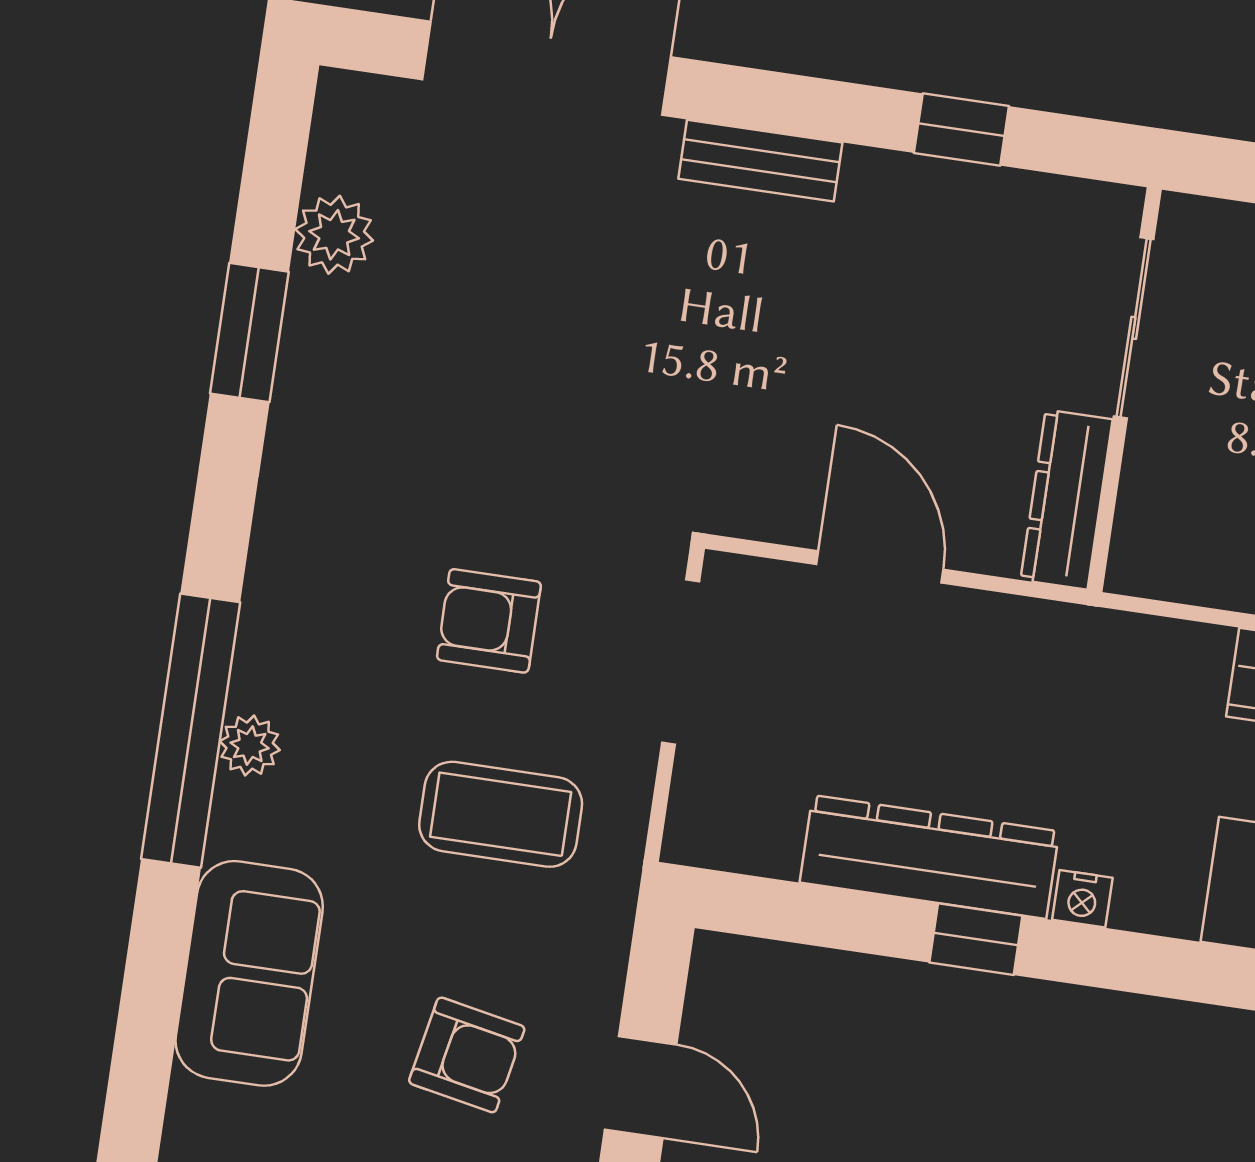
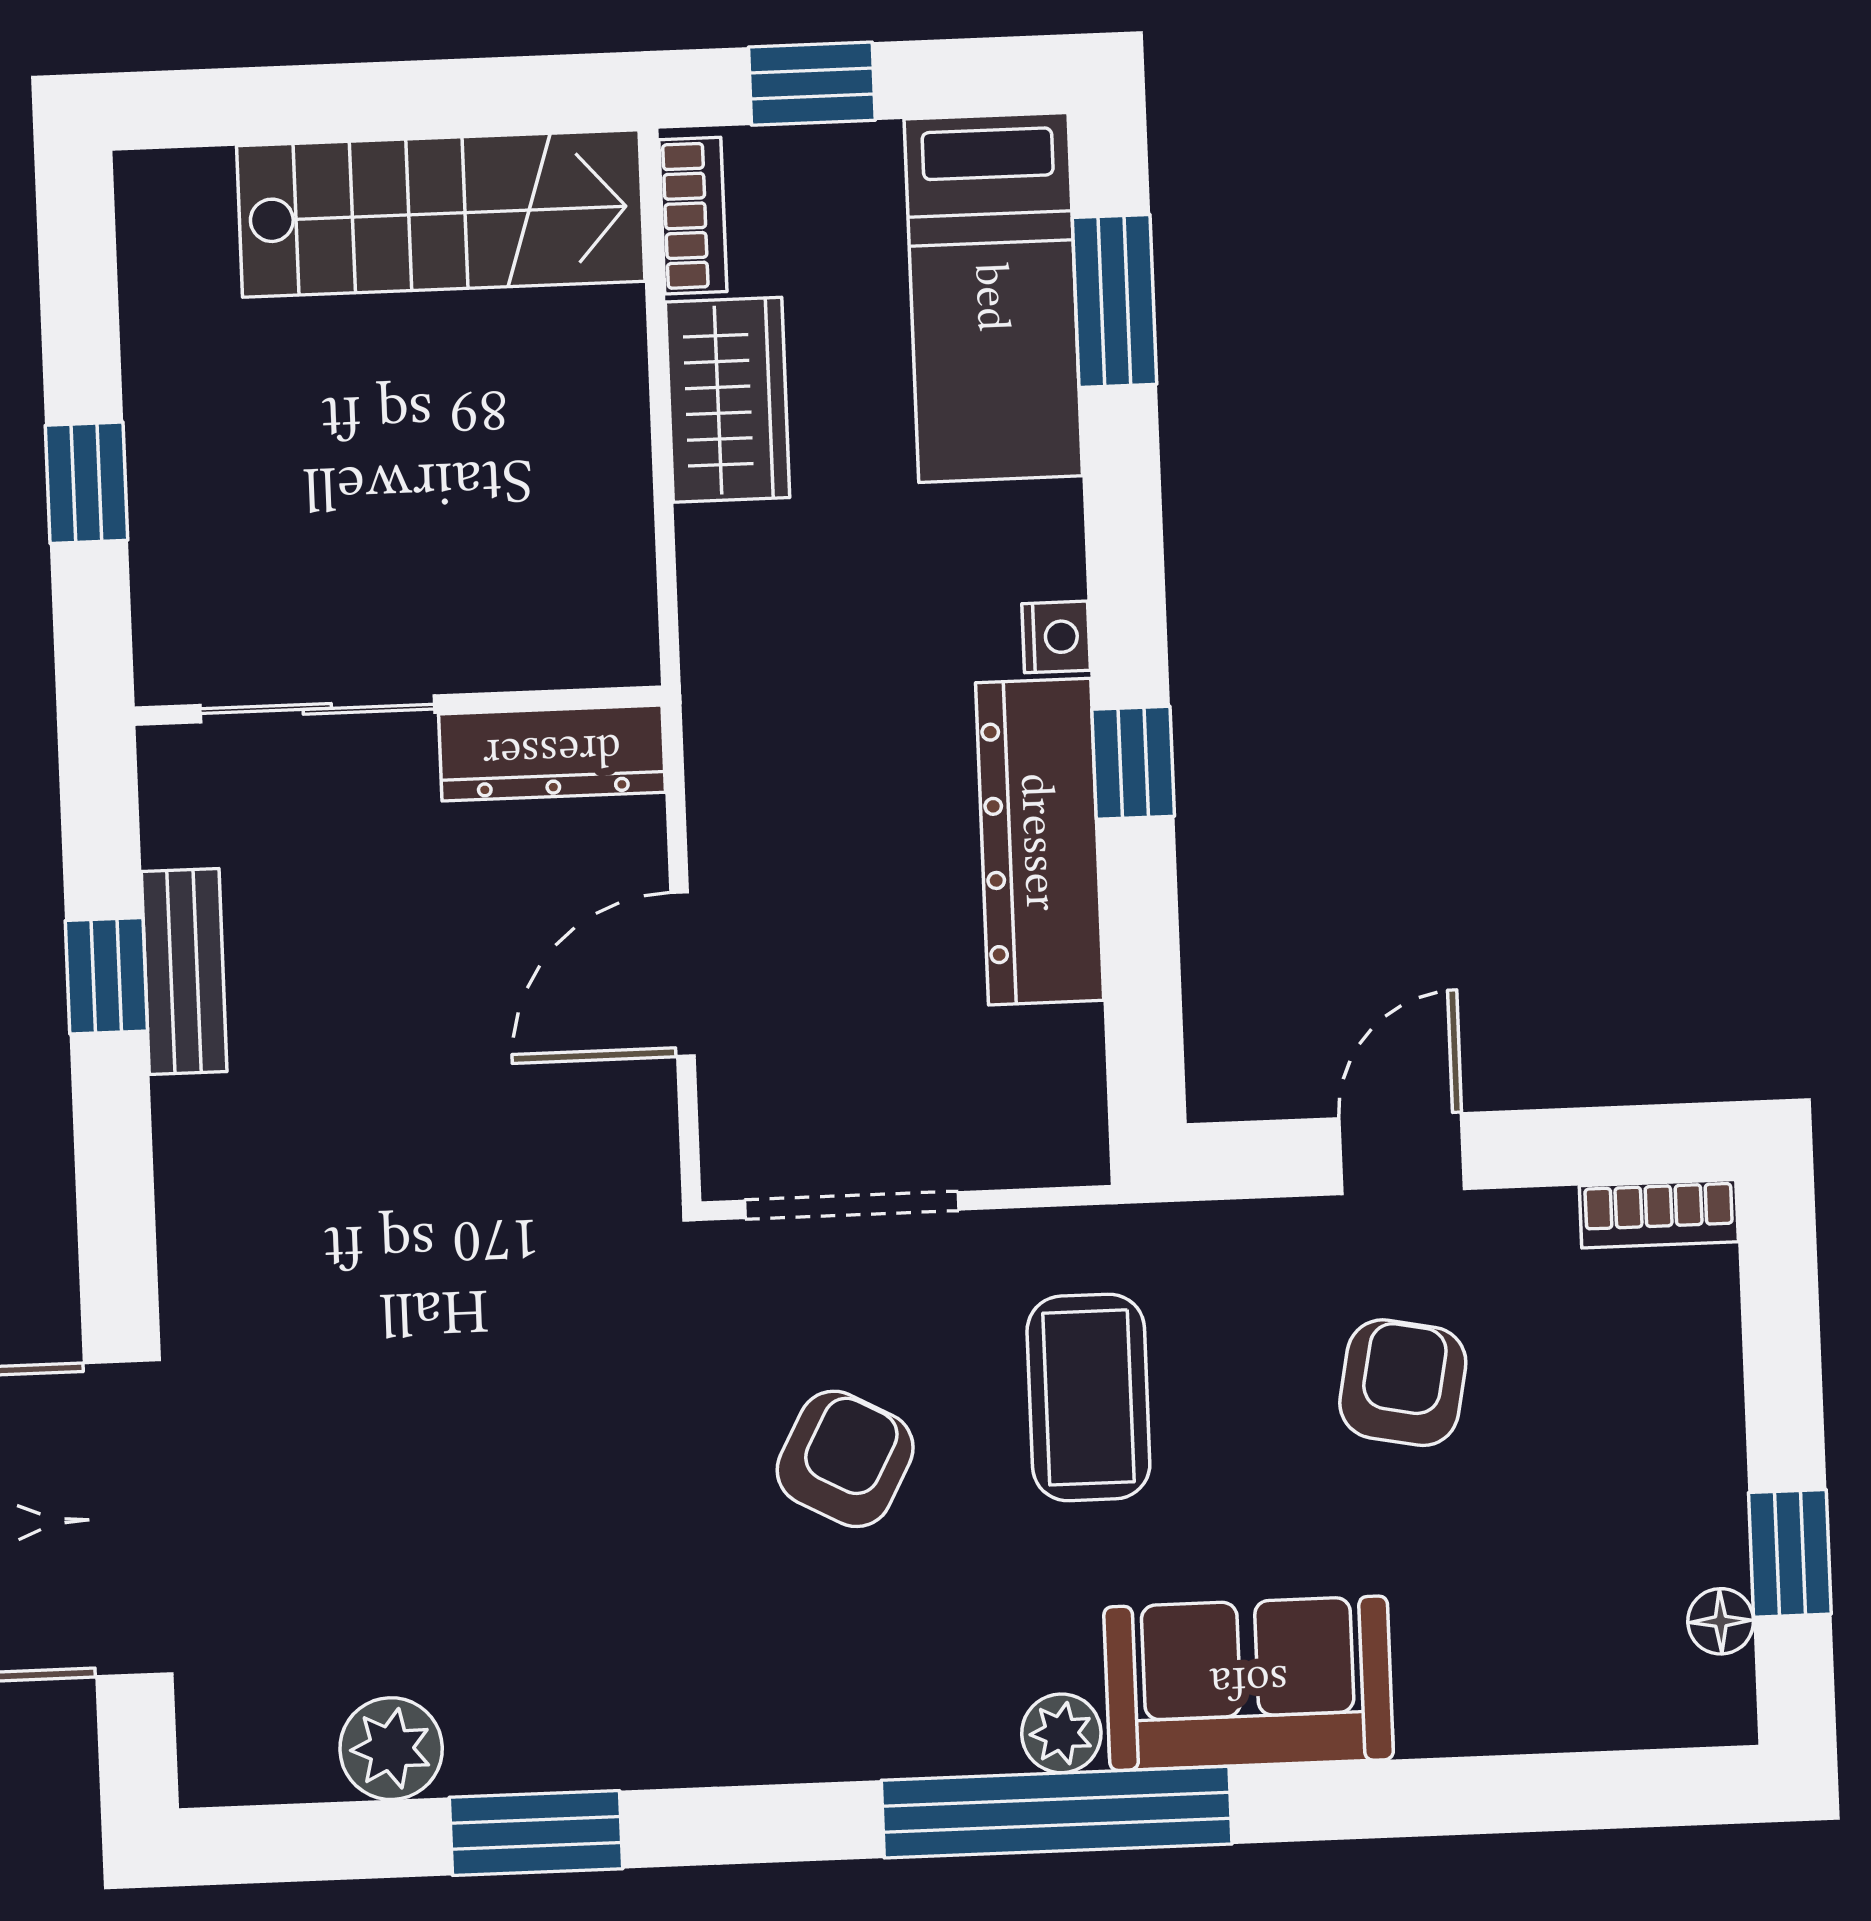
bench: (760, 161) -> (184, 971), moved
armchair: (489, 621) -> (845, 1459), turned -152
sofa: (249, 973) -> (1249, 1683), moved

